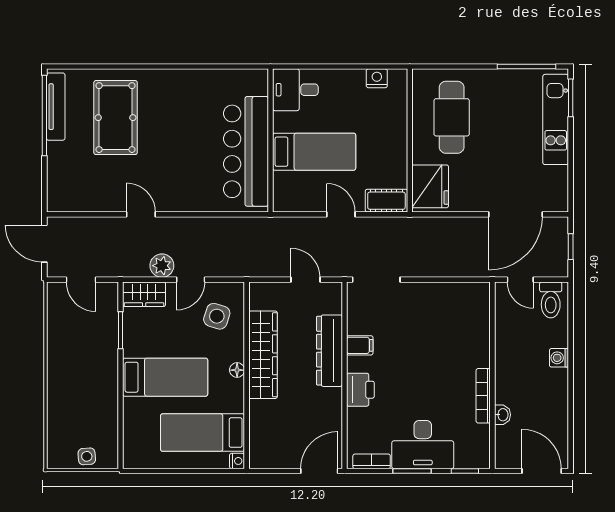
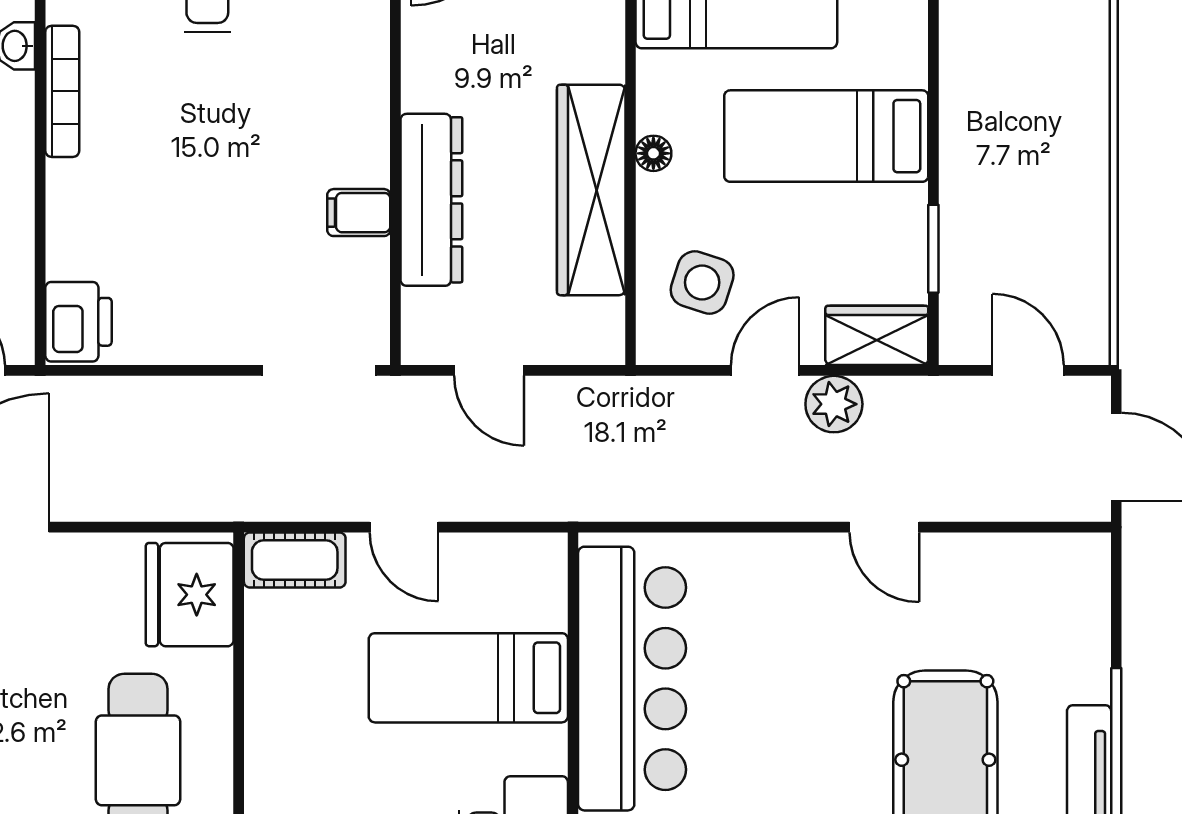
printer: (360, 390) -> (78, 322), moved, turned 180

